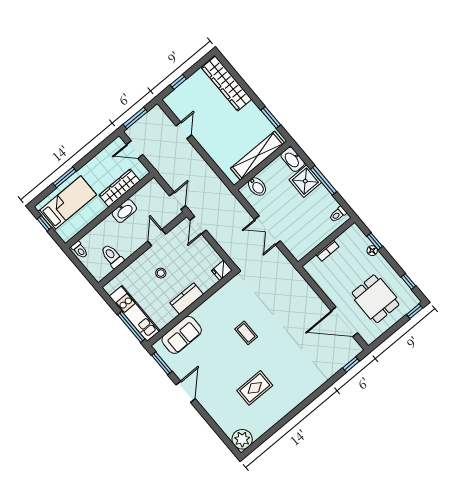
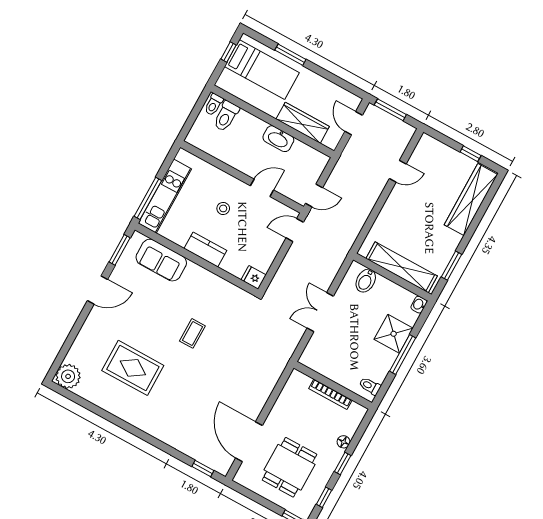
window: (178, 82) -> (471, 154), moved
washbasin: (293, 159) -> (419, 305), width x0.52, depth x0.69
window: (375, 241) -> (343, 463), moved
bookcase: (328, 251) -> (330, 394), width x1.56
toilet: (112, 256) -> (226, 116), moved, turned 180
rug: (255, 388) -> (133, 368), width x1.36, depth x1.43

